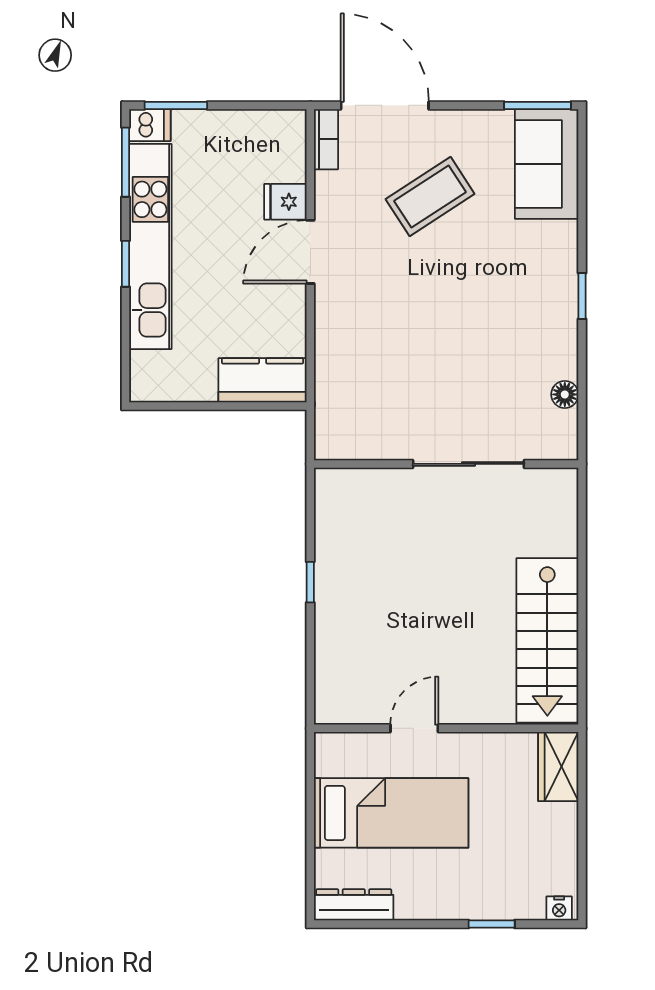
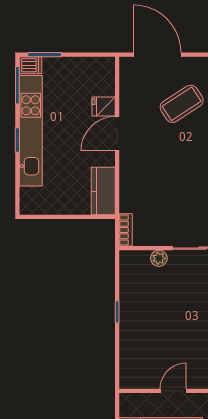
bookcase: (326, 139) -> (126, 230), moved
kitchen counter: (263, 380) -> (103, 191), moved, turned -90
plant: (388, 483) -> (159, 258), added

